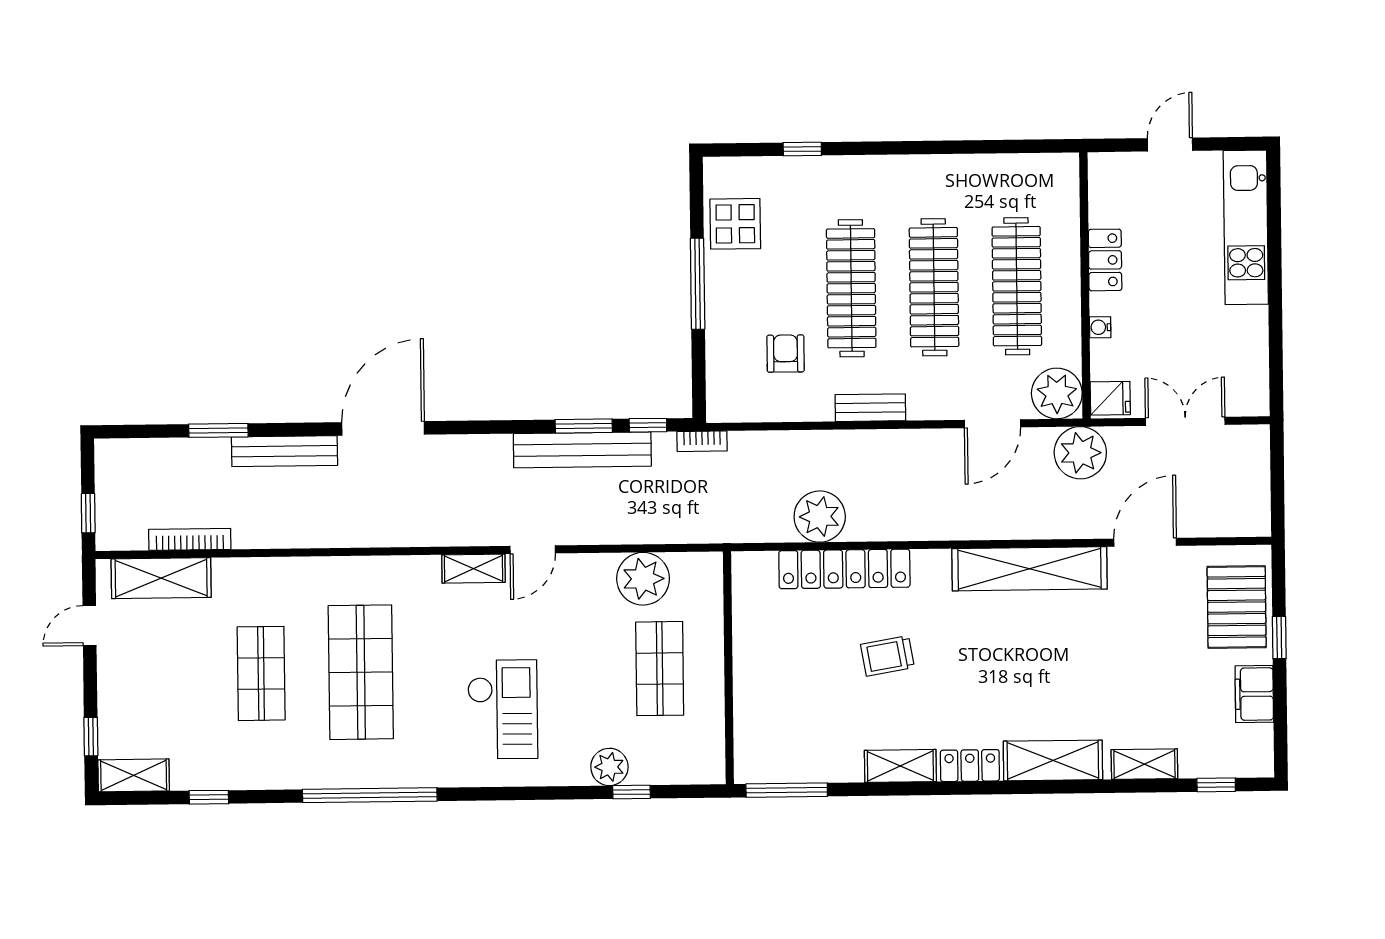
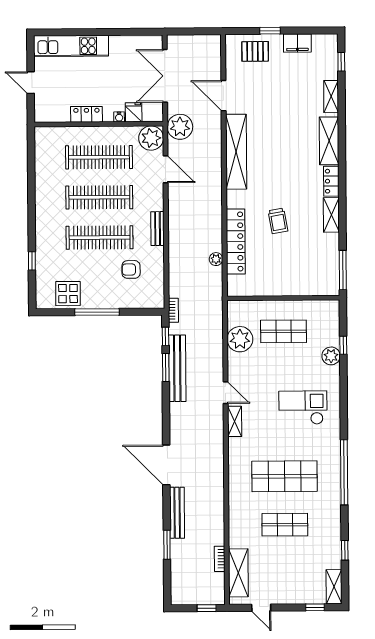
fridge: (1110, 398) -> (134, 112), moved
double door: (1185, 421) -> (165, 76), width x1.37
plant: (820, 517) -> (216, 259), width x0.53, depth x0.53
bookcase: (190, 539) -> (220, 559), width x0.64
pallet: (1237, 607) -> (255, 51), width x0.67, depth x0.71

